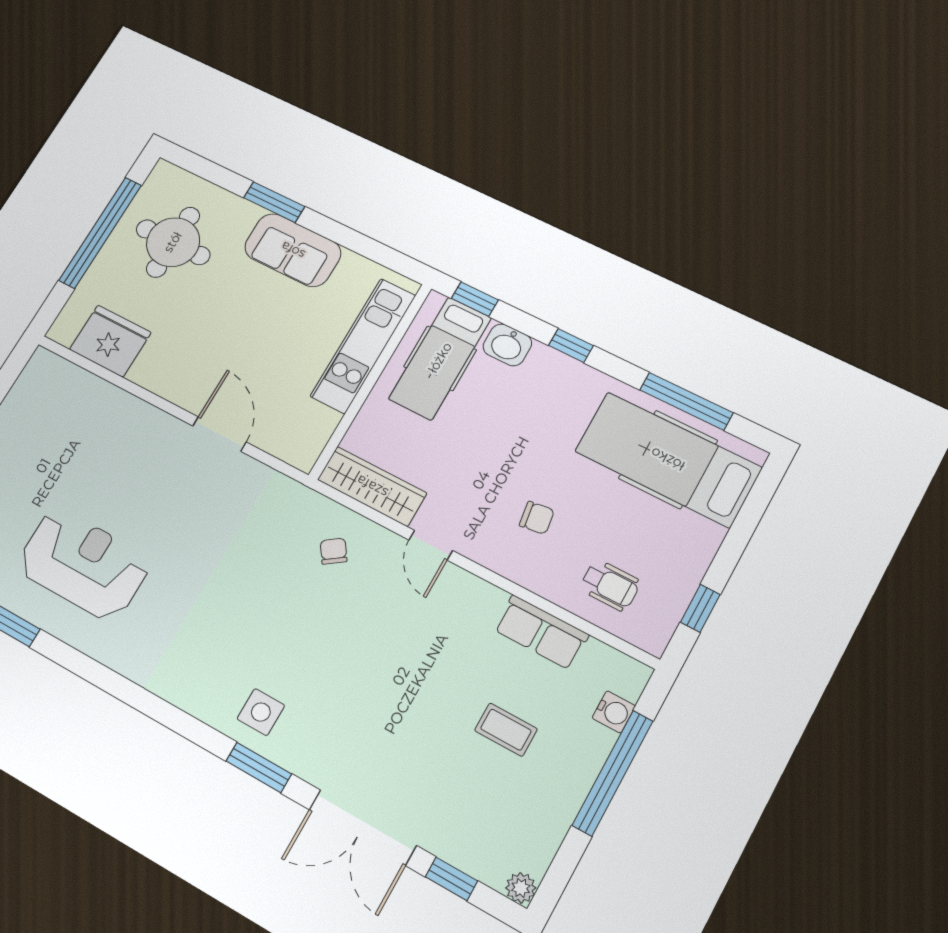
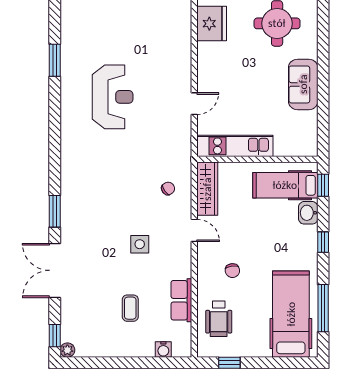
window: (274, 202) -> (323, 61), removed
kitchen unit: (363, 346) -> (235, 146), moved
door: (219, 434) -> (194, 104), width x0.73
door: (431, 545) -> (194, 230), swing flipped
reception desk: (83, 564) -> (113, 97), moved
wheelchair: (610, 585) -> (219, 319), width x1.36, depth x1.37
side table: (261, 712) -> (140, 244), moved
window: (613, 773) -> (137, 363), removed
window: (451, 879) -> (55, 336), moved

